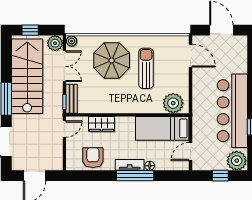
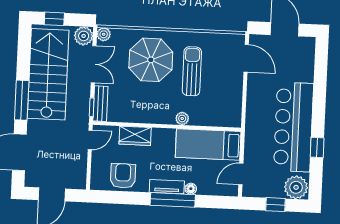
plant: (173, 103) -> (182, 118), moved, width x0.53, depth x0.53

